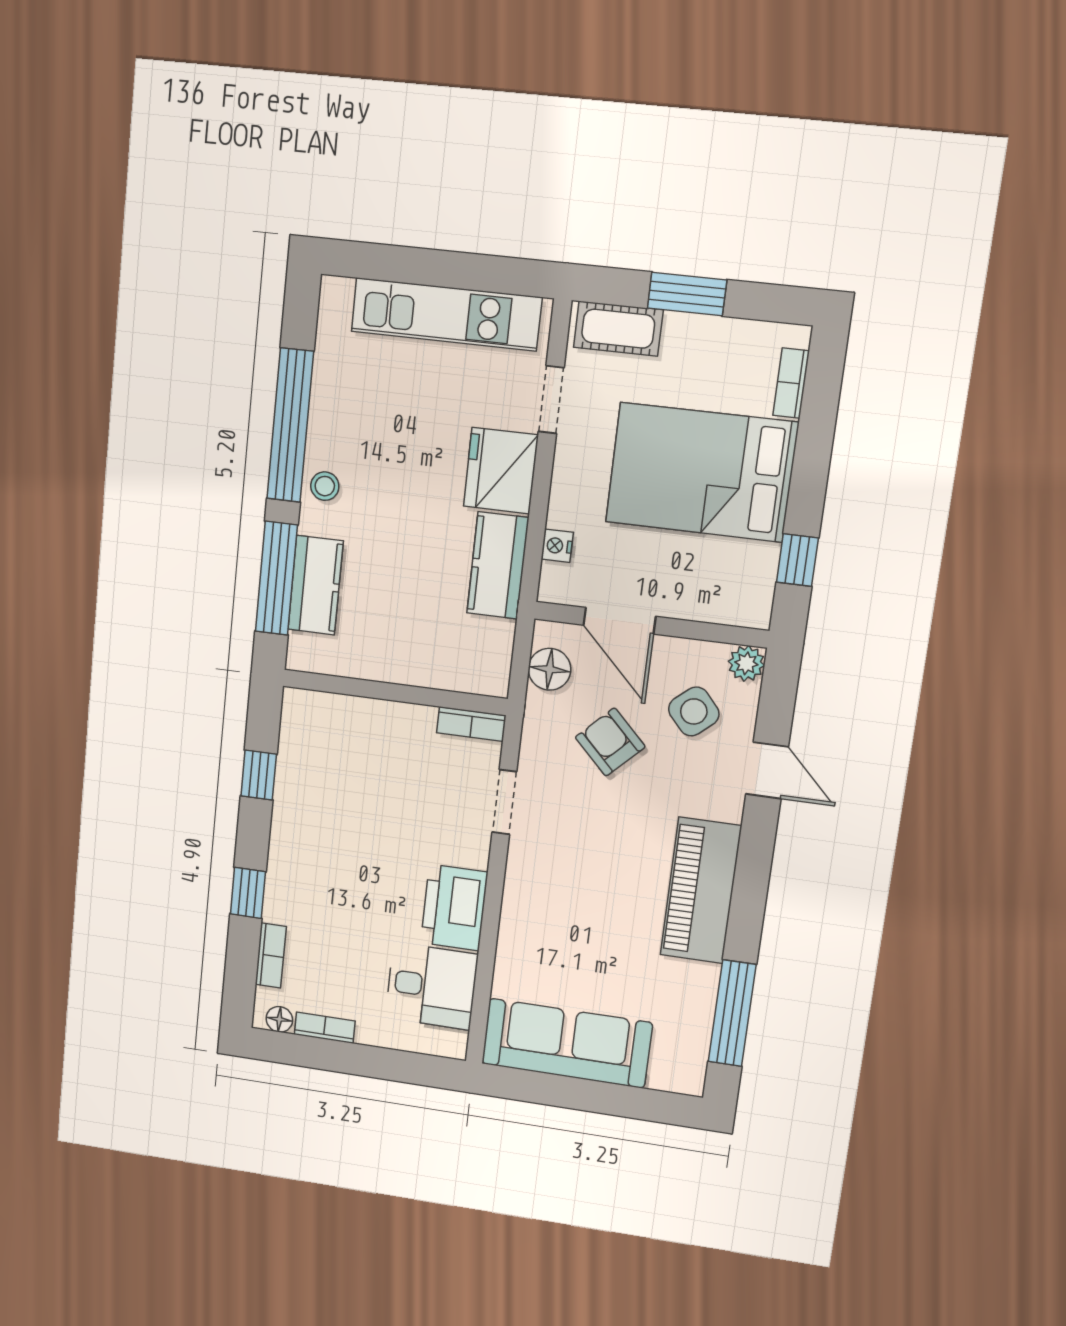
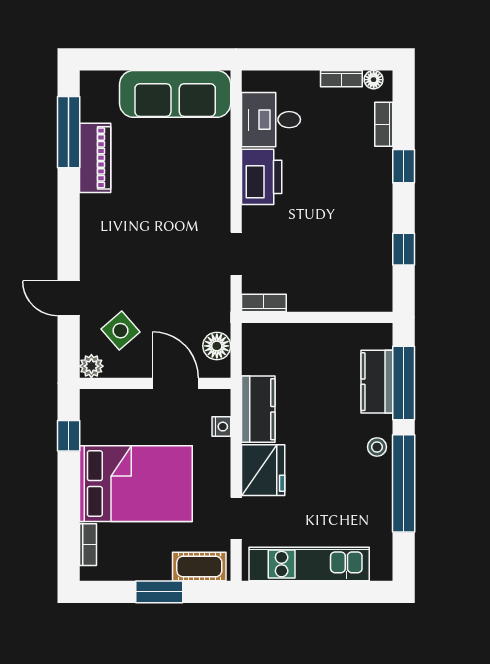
armchair: (610, 742) -> (172, 303), removed
piano: (701, 891) -> (95, 158), moved, width x0.73, depth x0.75

